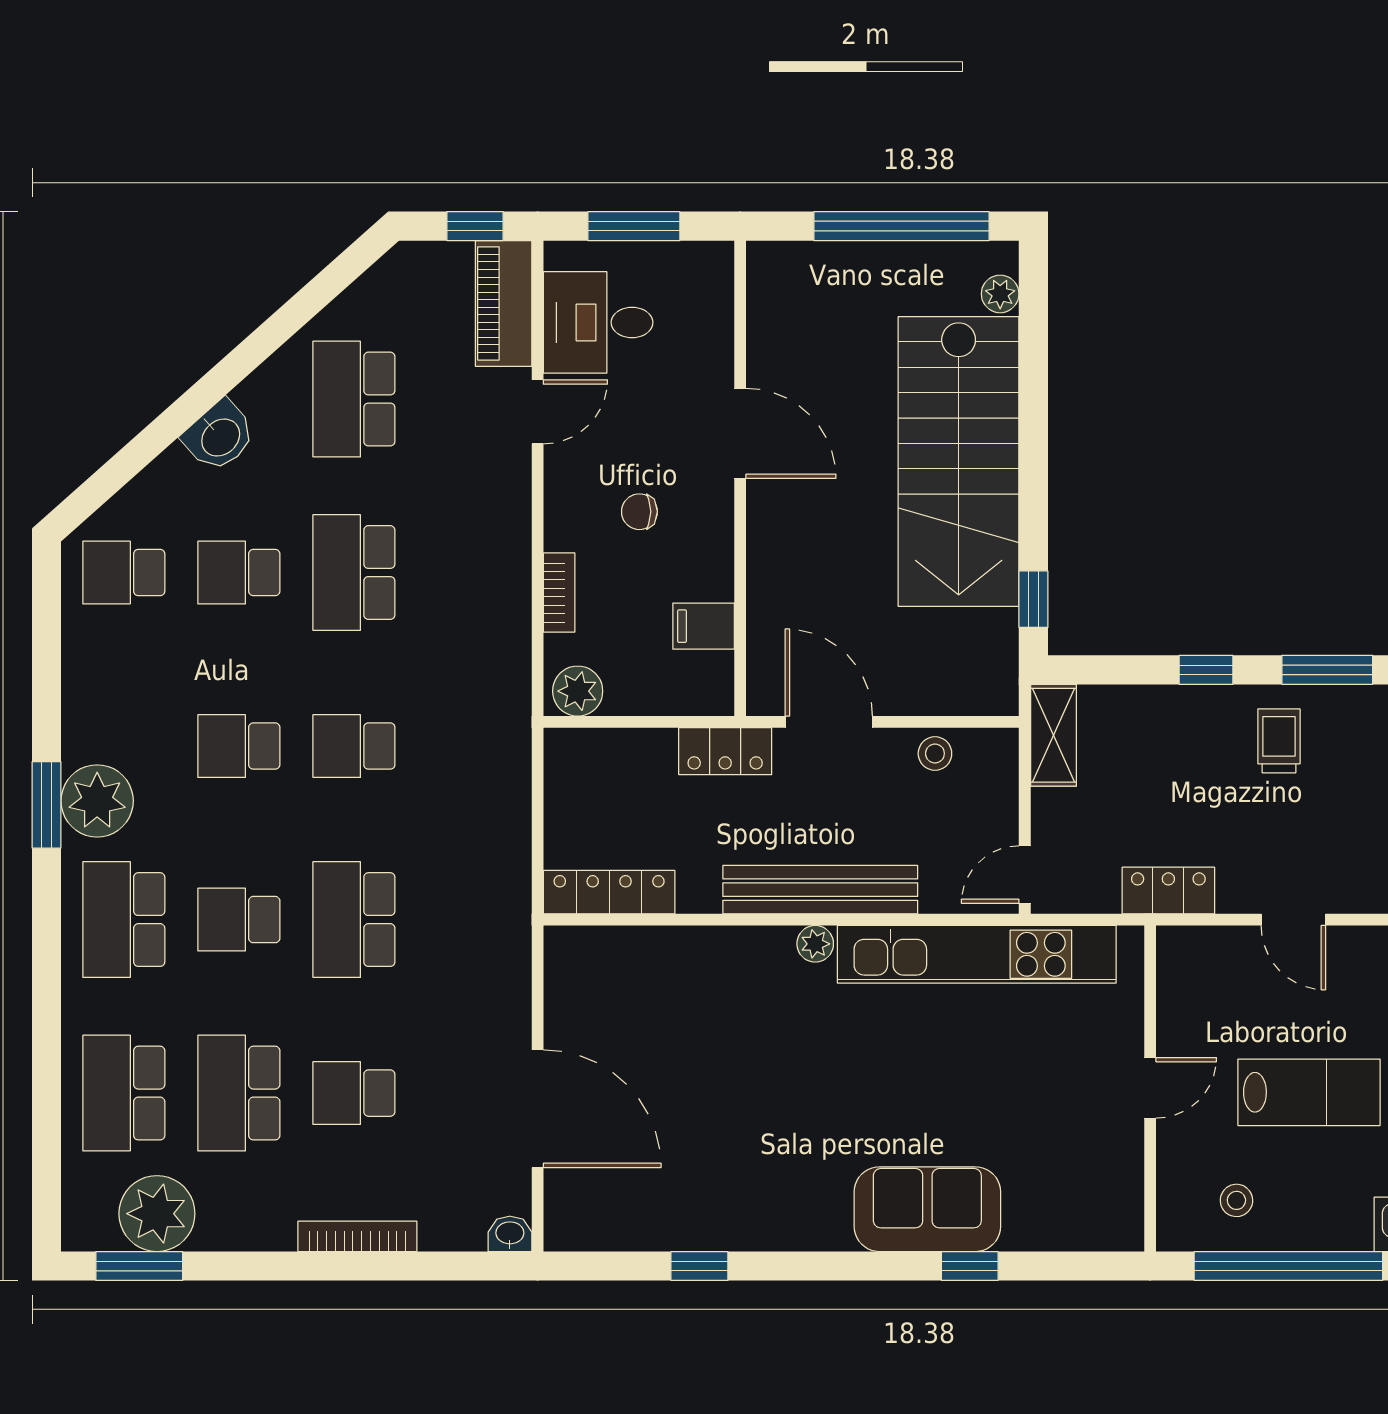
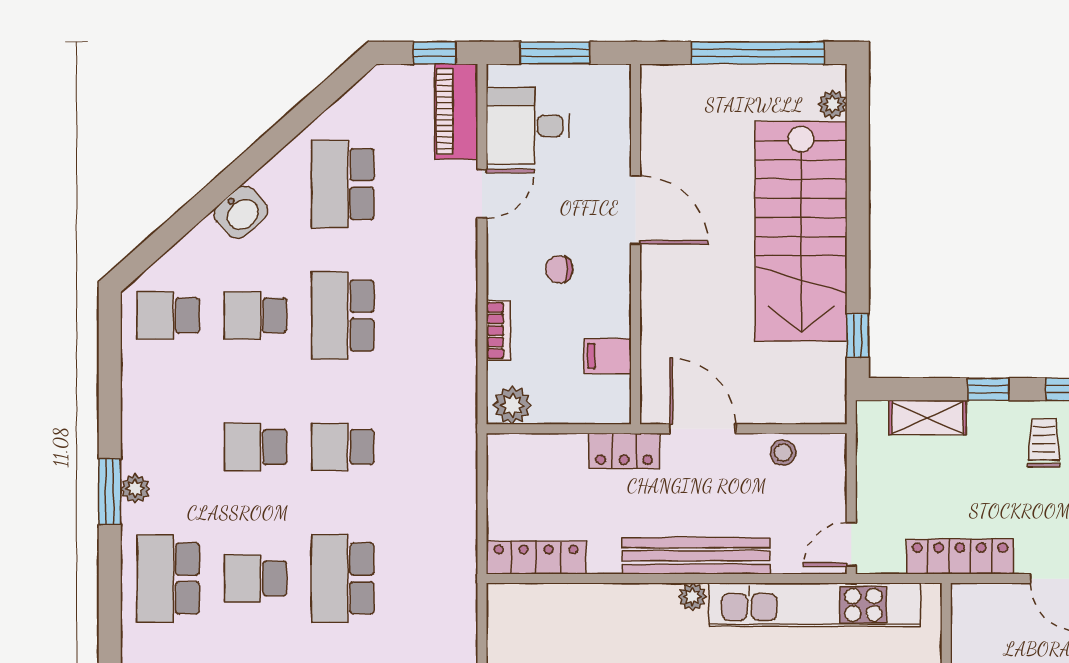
shelving: (1053, 735) -> (927, 418), moved, turned 90
plant: (97, 801) -> (135, 489), width x0.53, depth x0.53
locker: (1168, 891) -> (960, 556), width x1.53

